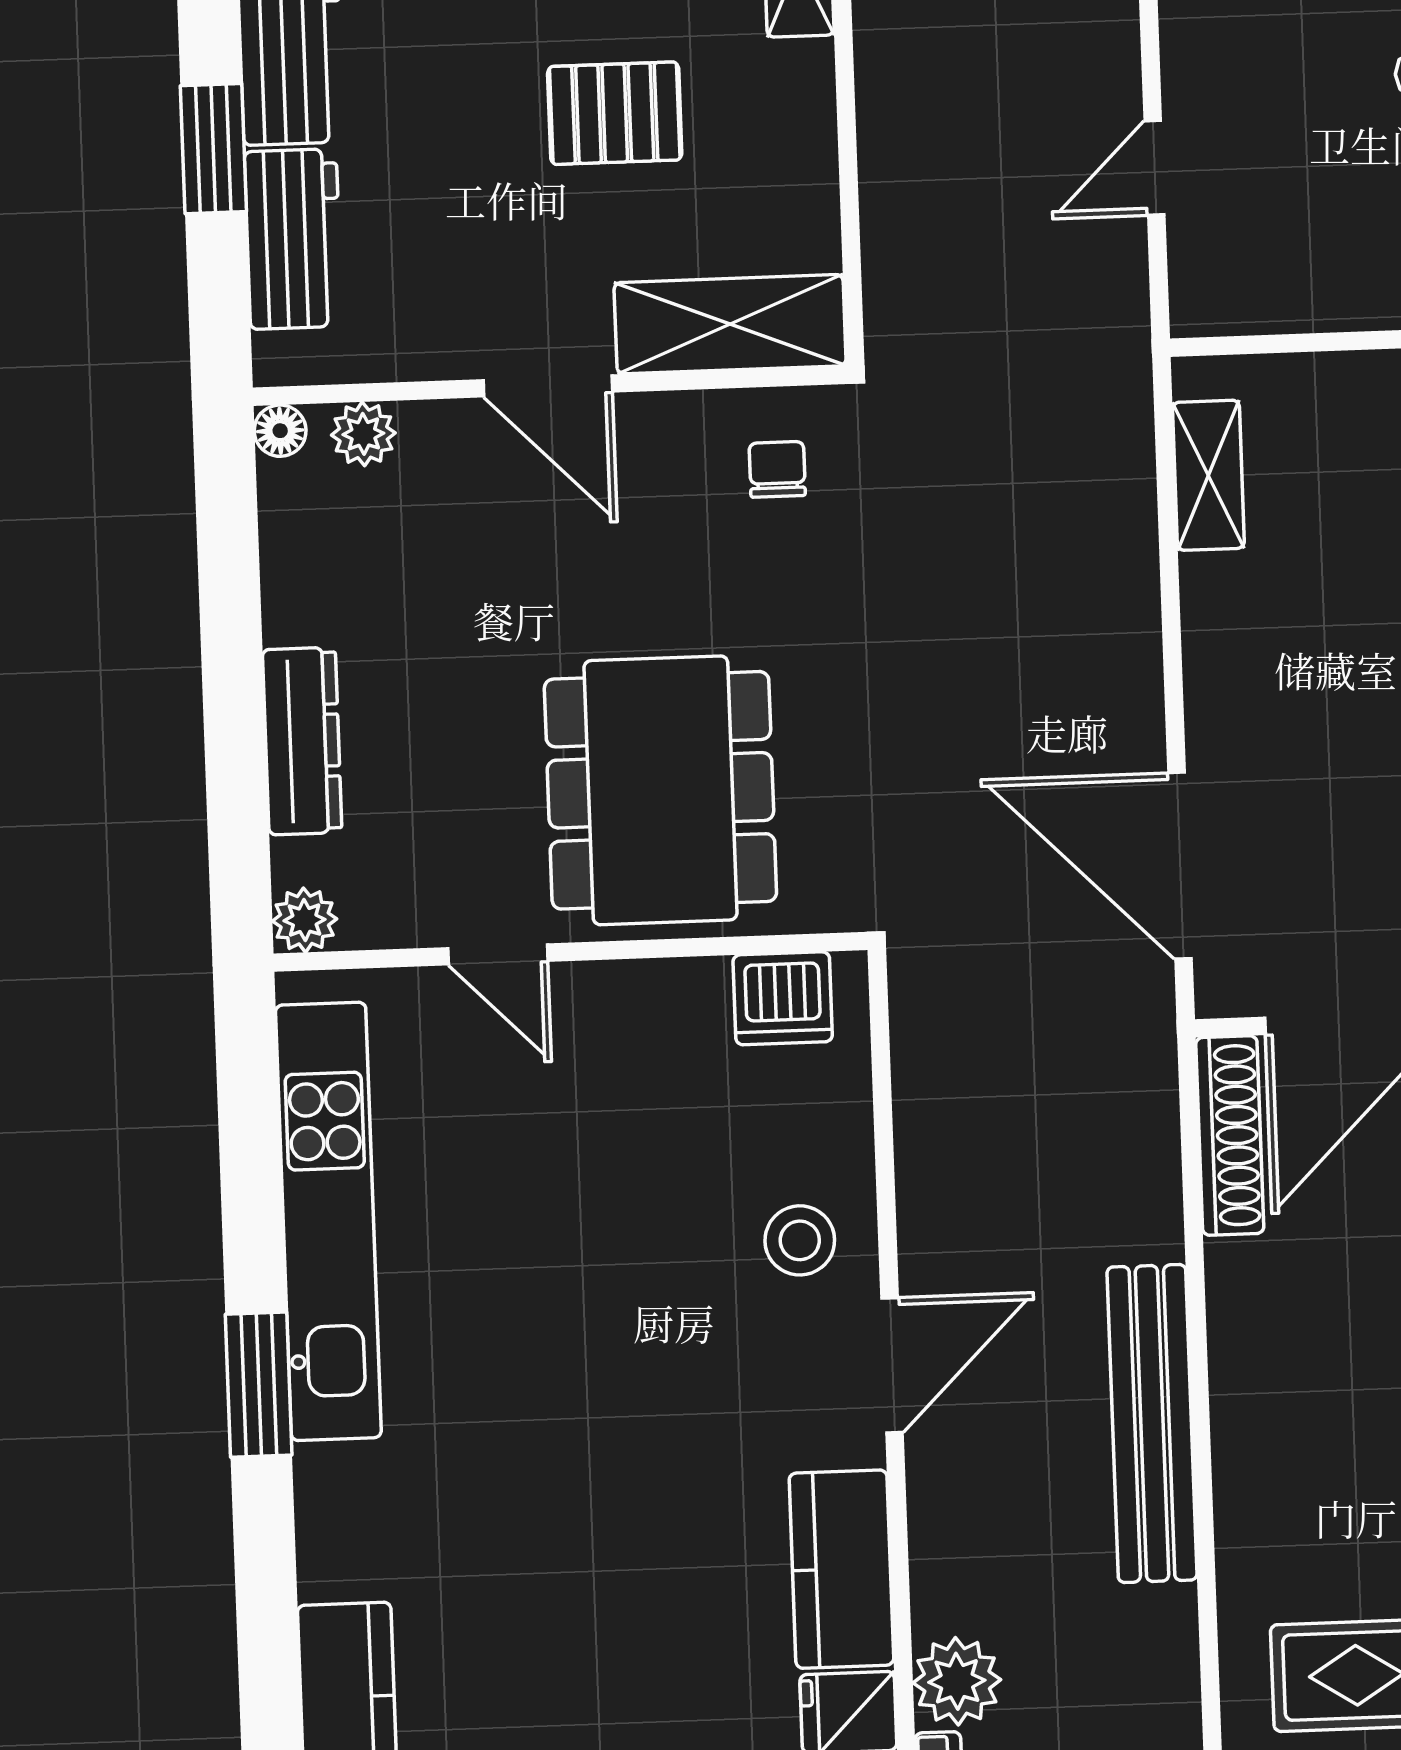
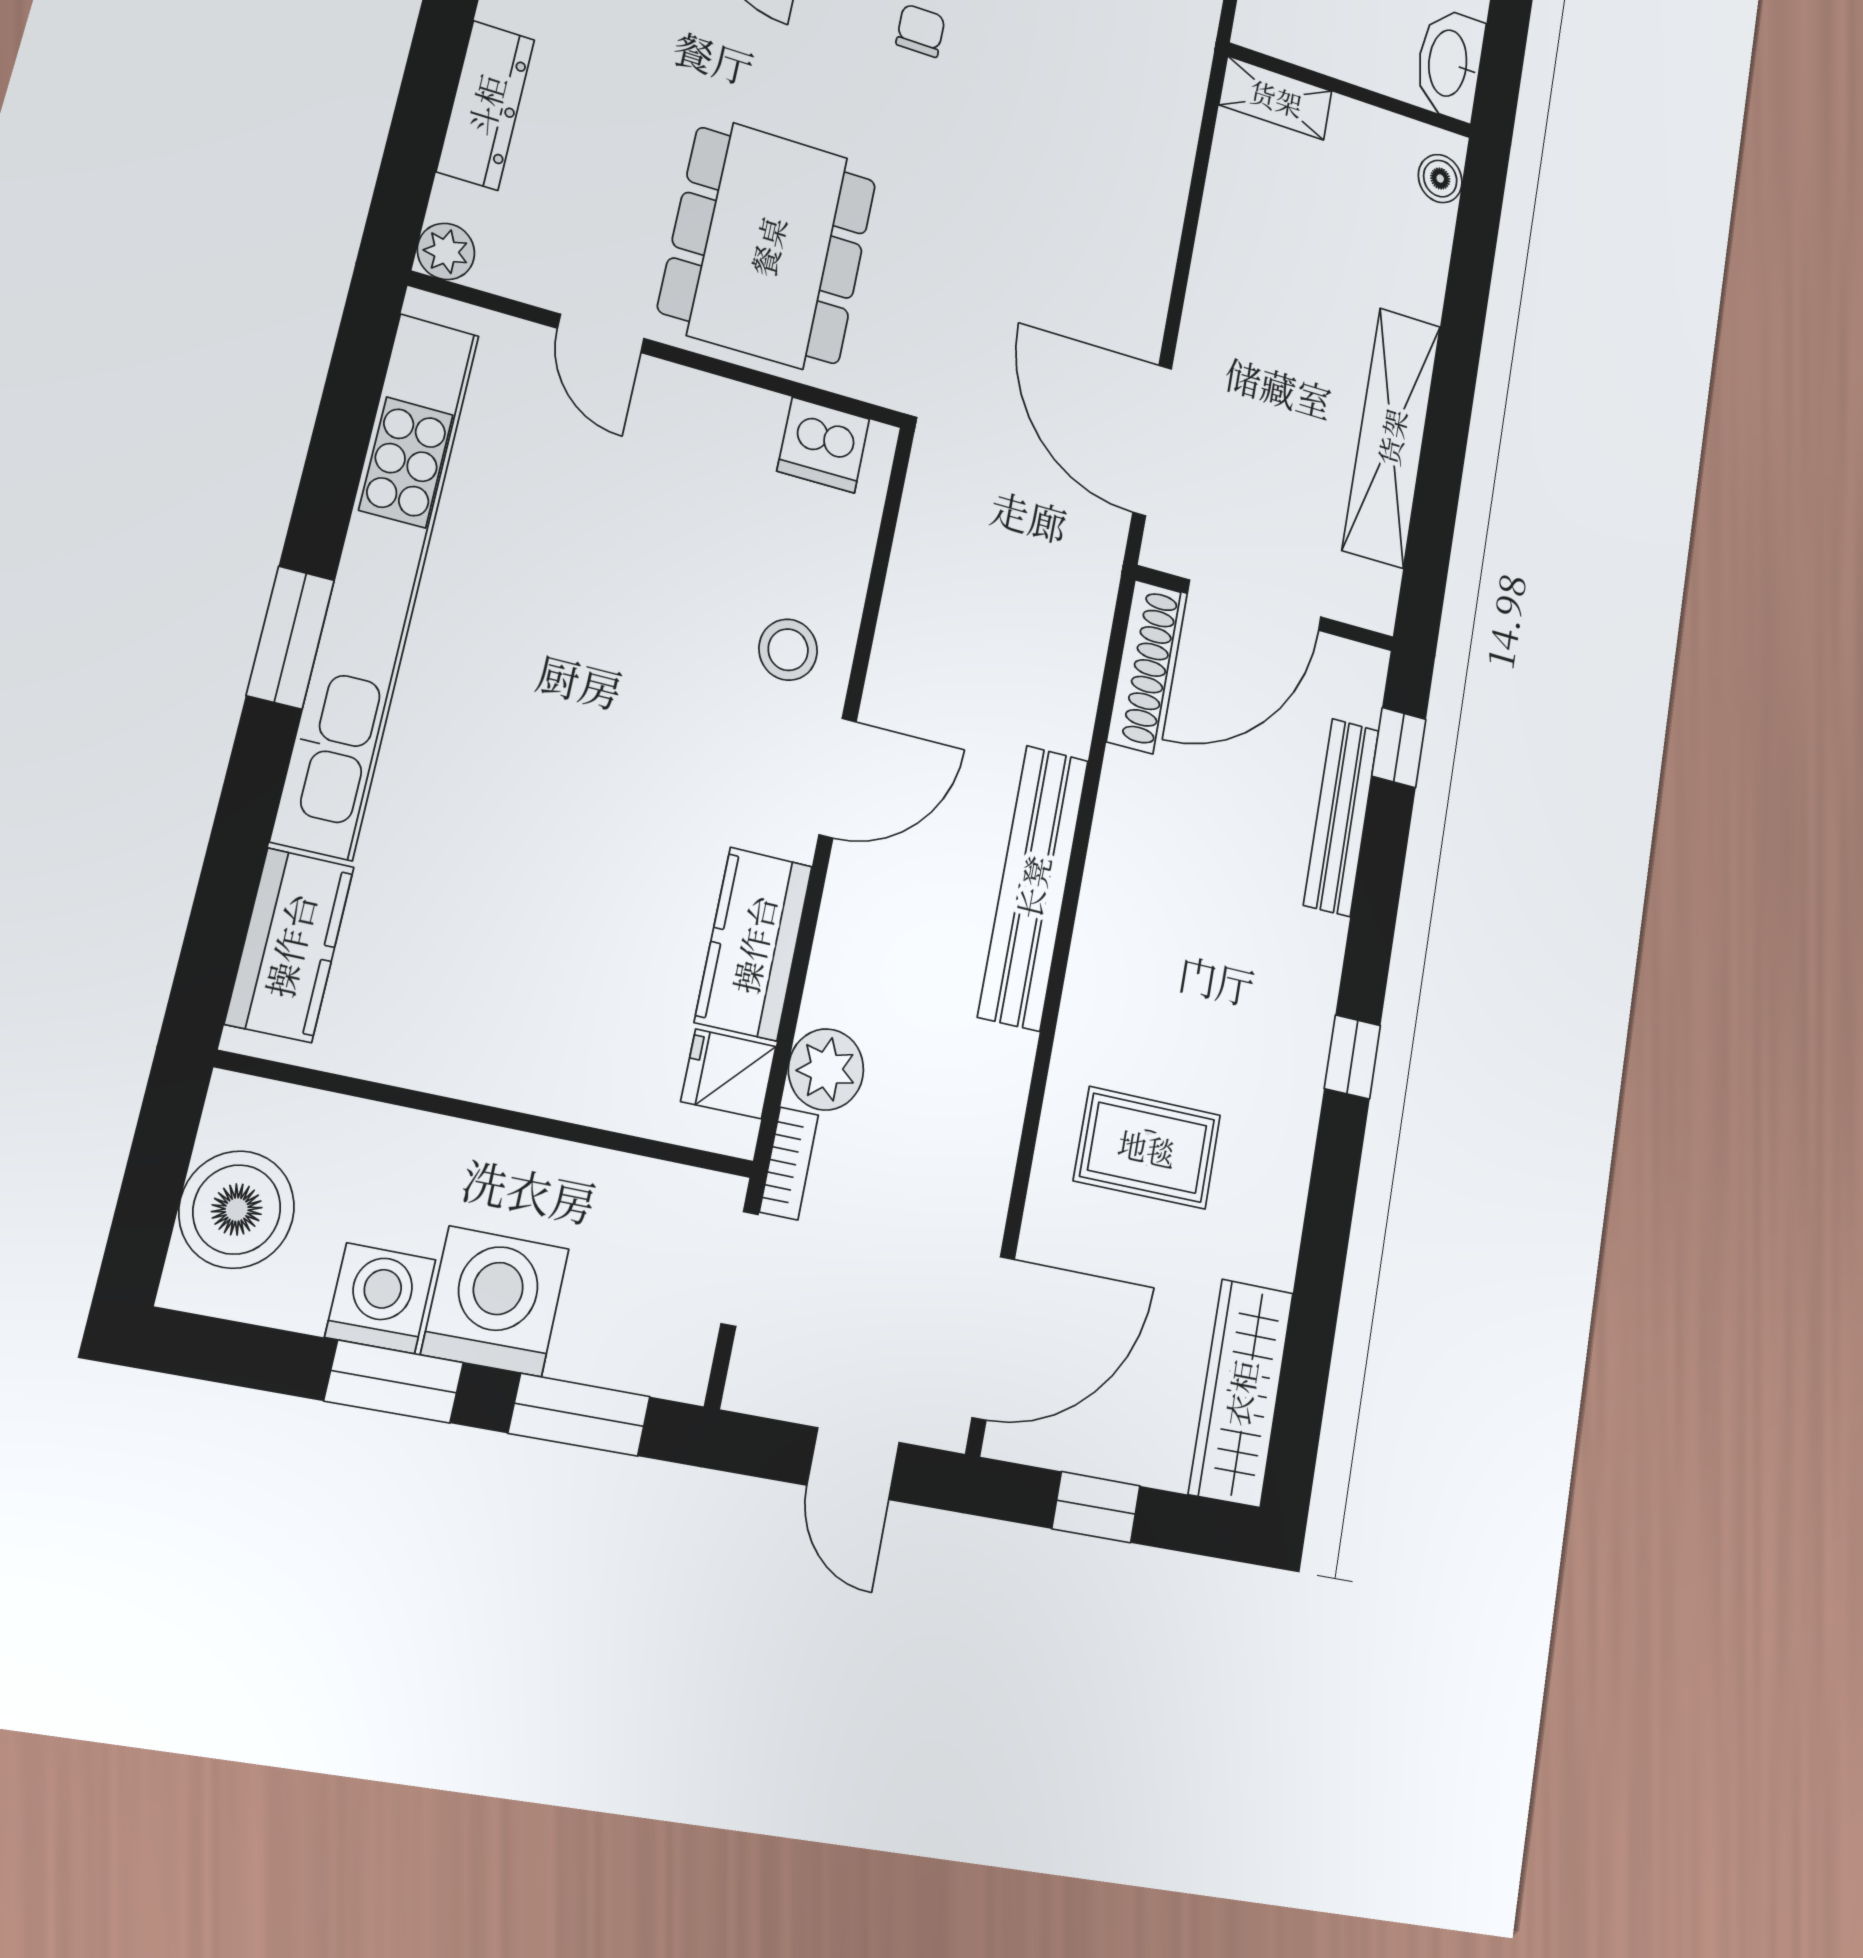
shelving: (1208, 475) -> (1276, 98), moved, turned 90
kitchen unit: (328, 1221) -> (377, 582), width x1.36

